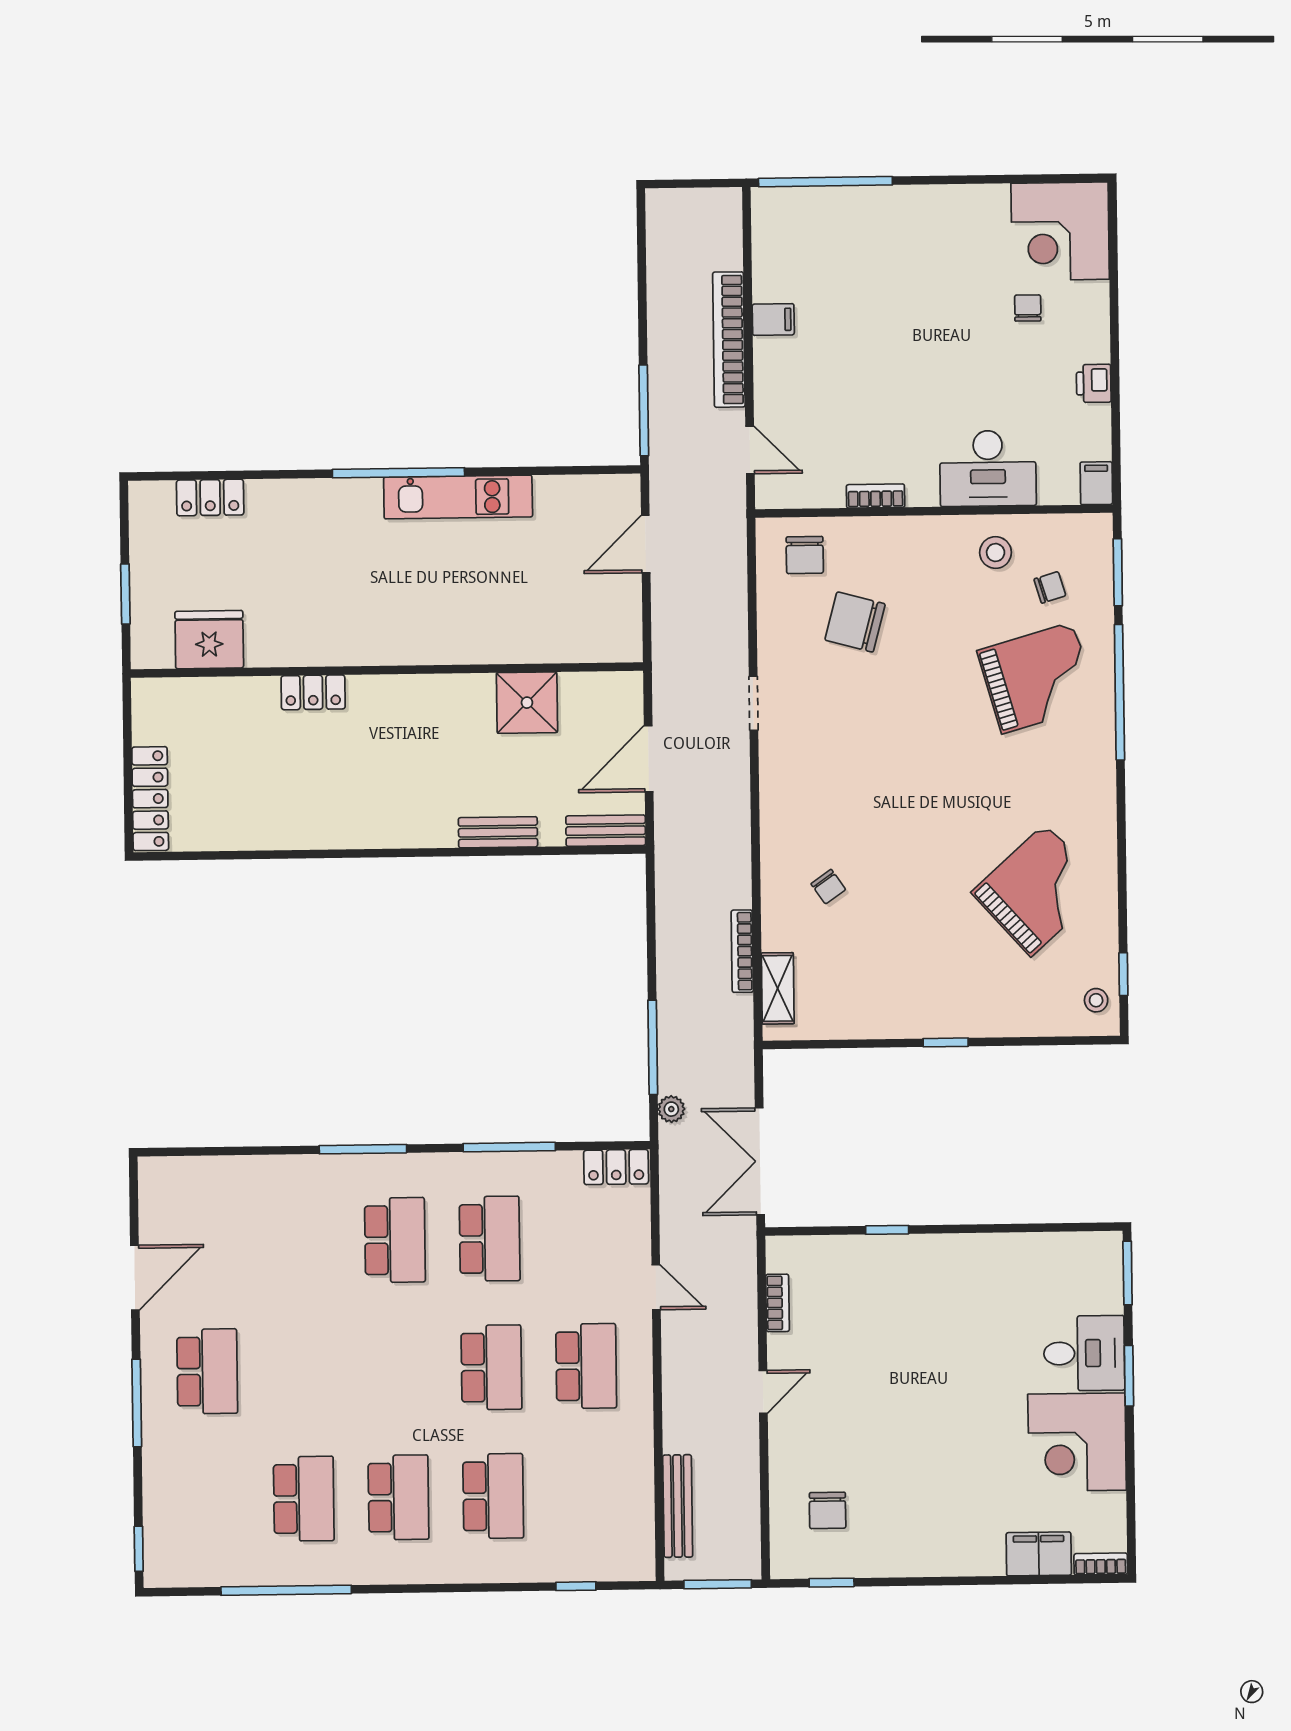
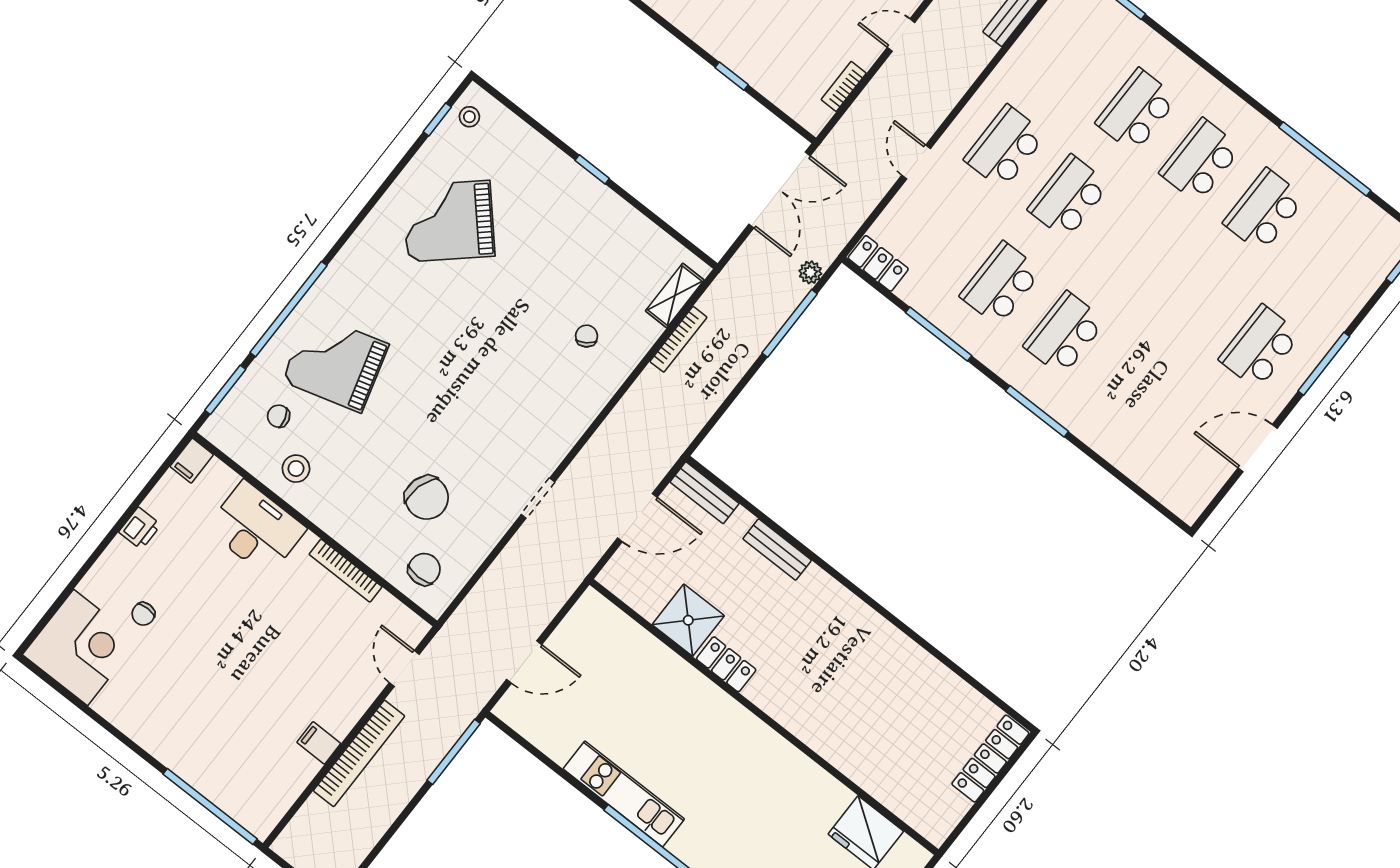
bookcase: (875, 496) -> (345, 571), width x1.56
locker: (313, 692) -> (726, 664), moved

